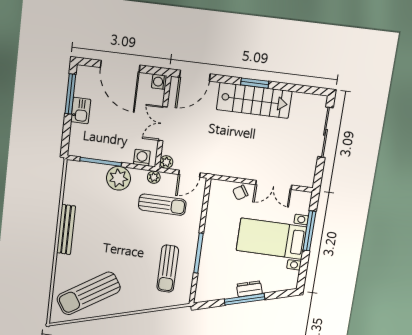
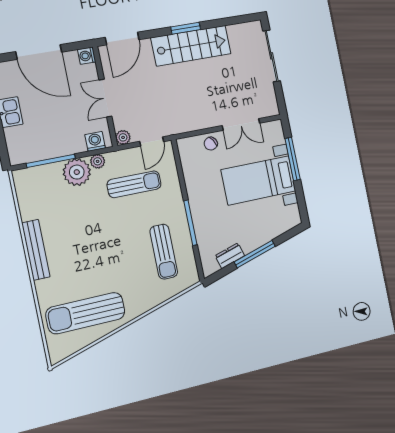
plant: (154, 177) -> (98, 161), moved
dresser: (249, 289) -> (230, 256), moved
sun lounger: (89, 293) -> (86, 313), turned 33

